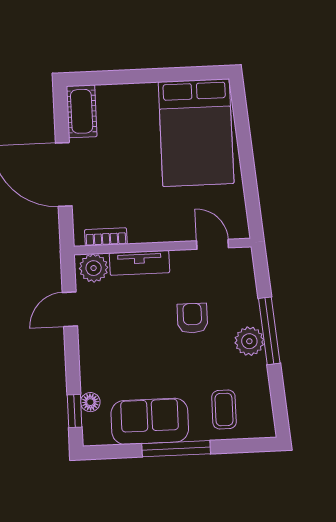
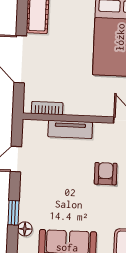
plant: (94, 268) -> (36, 130), removed
window: (75, 411) -> (14, 213), moved

